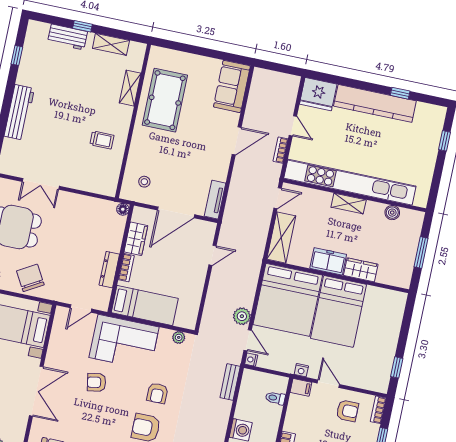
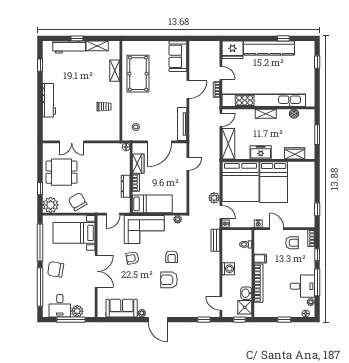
workbench: (67, 37) -> (69, 47), width x1.38
tv unit: (215, 200) -> (182, 124), width x1.41
wardrobe: (361, 270) -> (295, 153), moved
filing cabinet: (301, 387) -> (260, 259), moved

